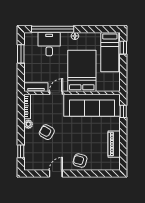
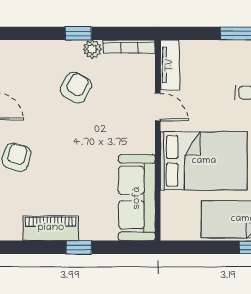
sofa: (92, 105) -> (137, 198), width x0.74, depth x0.79
window: (123, 111) -> (79, 247), moved
window: (21, 151) -> (78, 33), moved

